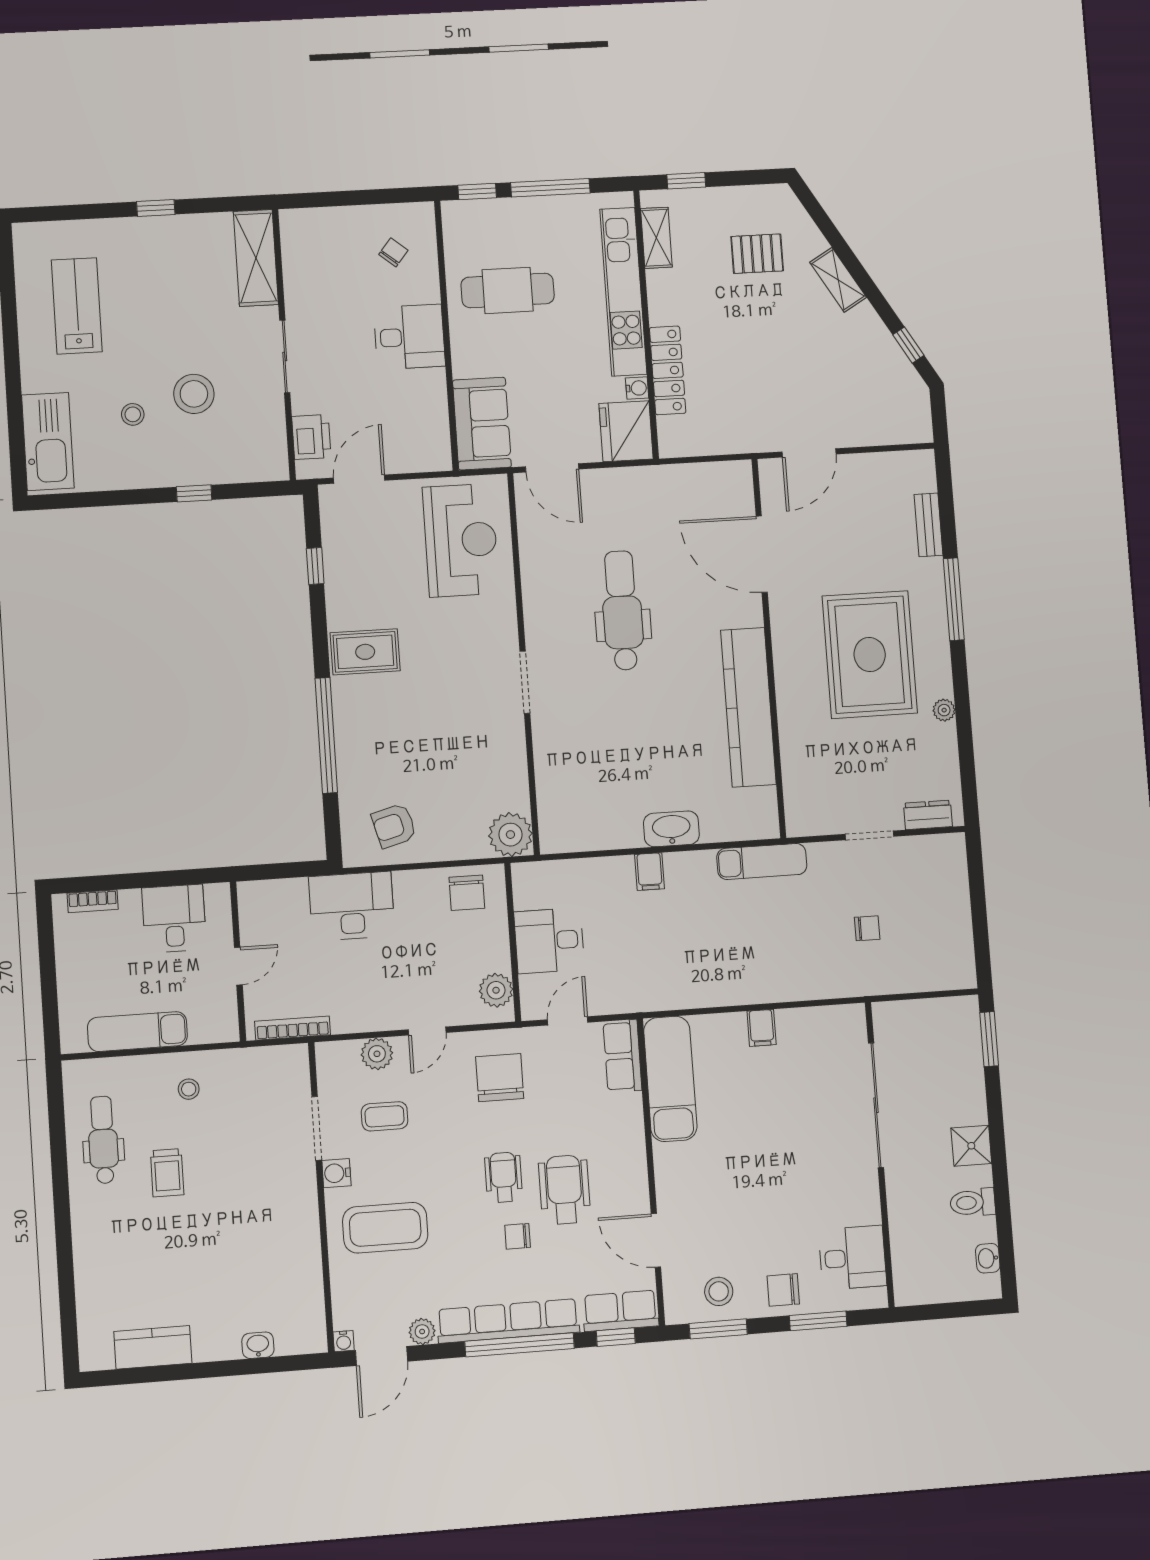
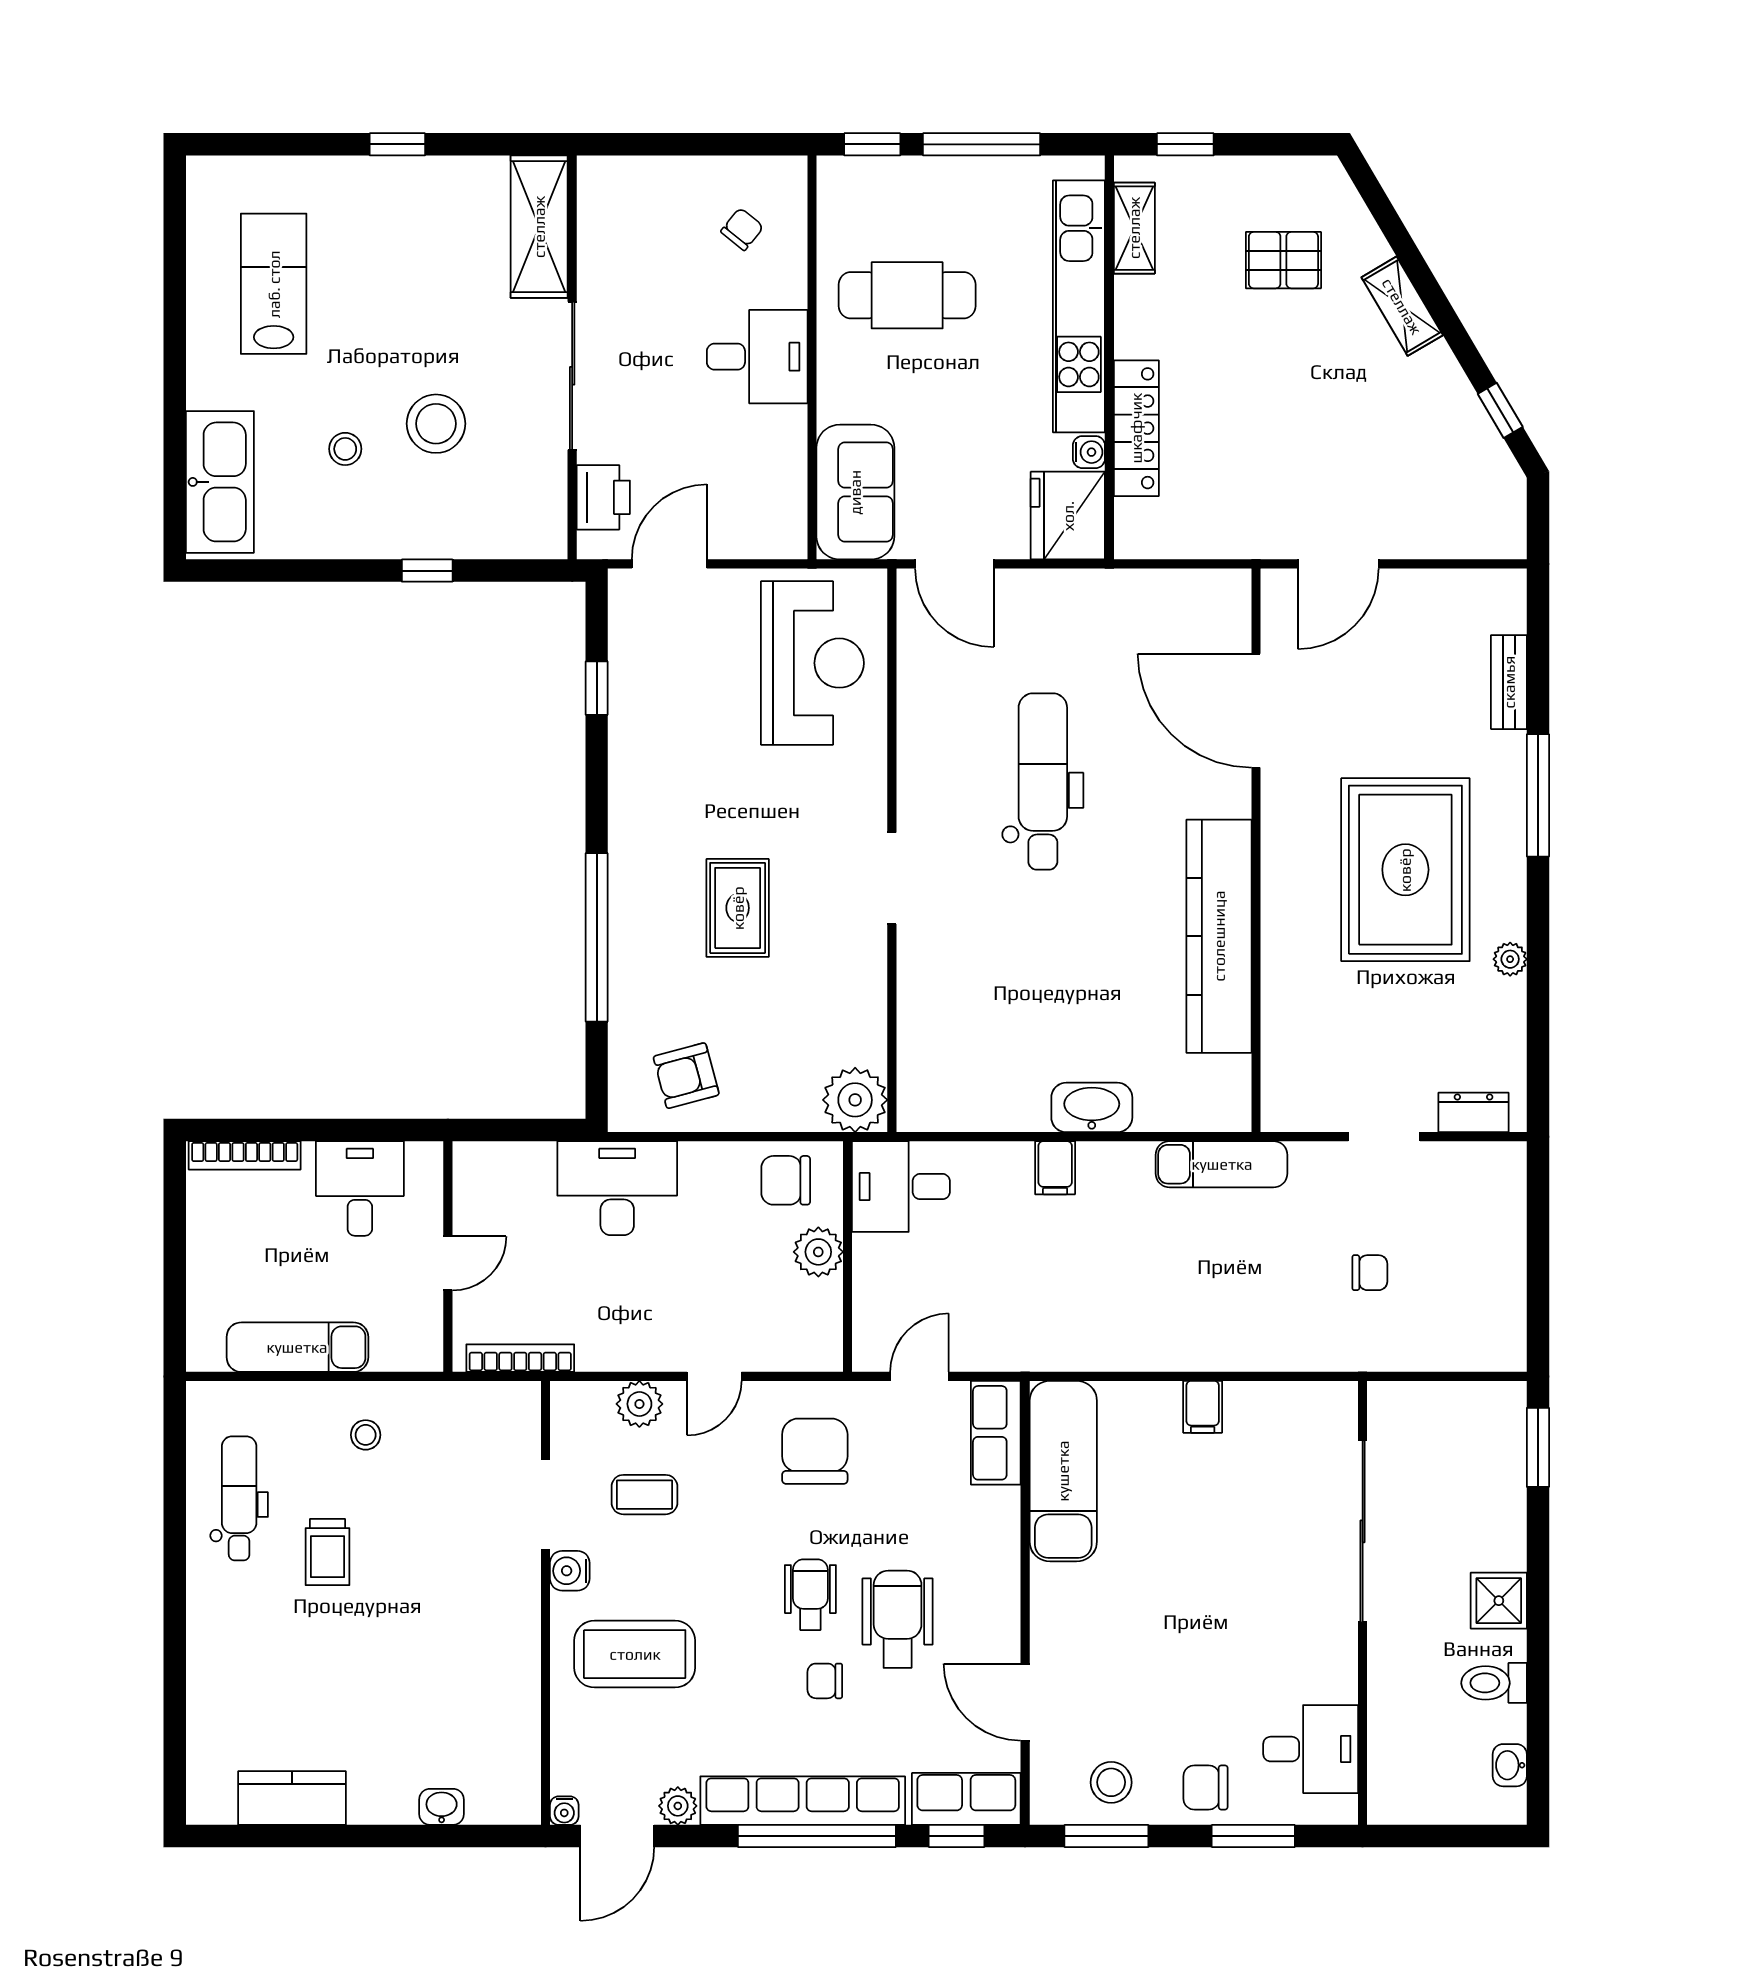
sliding door: (285, 357) -> (572, 376), width x1.37
rug: (365, 652) -> (738, 908), moved, turned 90
chair: (467, 893) -> (786, 1180), turned 90
bookcase: (93, 901) -> (245, 1155), width x1.56
desk: (549, 941) -> (901, 1187), moved
plant: (496, 990) -> (818, 1252), moved

